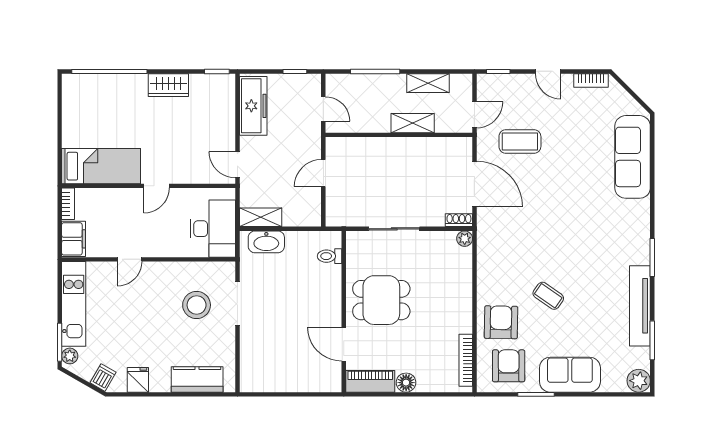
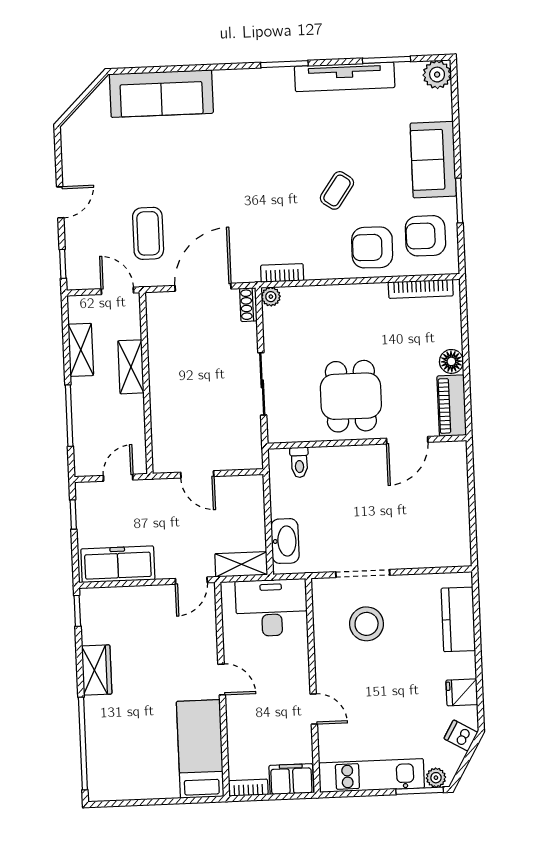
bookcase: (591, 80) -> (282, 273), moved, turned -90
shelving: (261, 217) -> (241, 564), moved, turned 90

